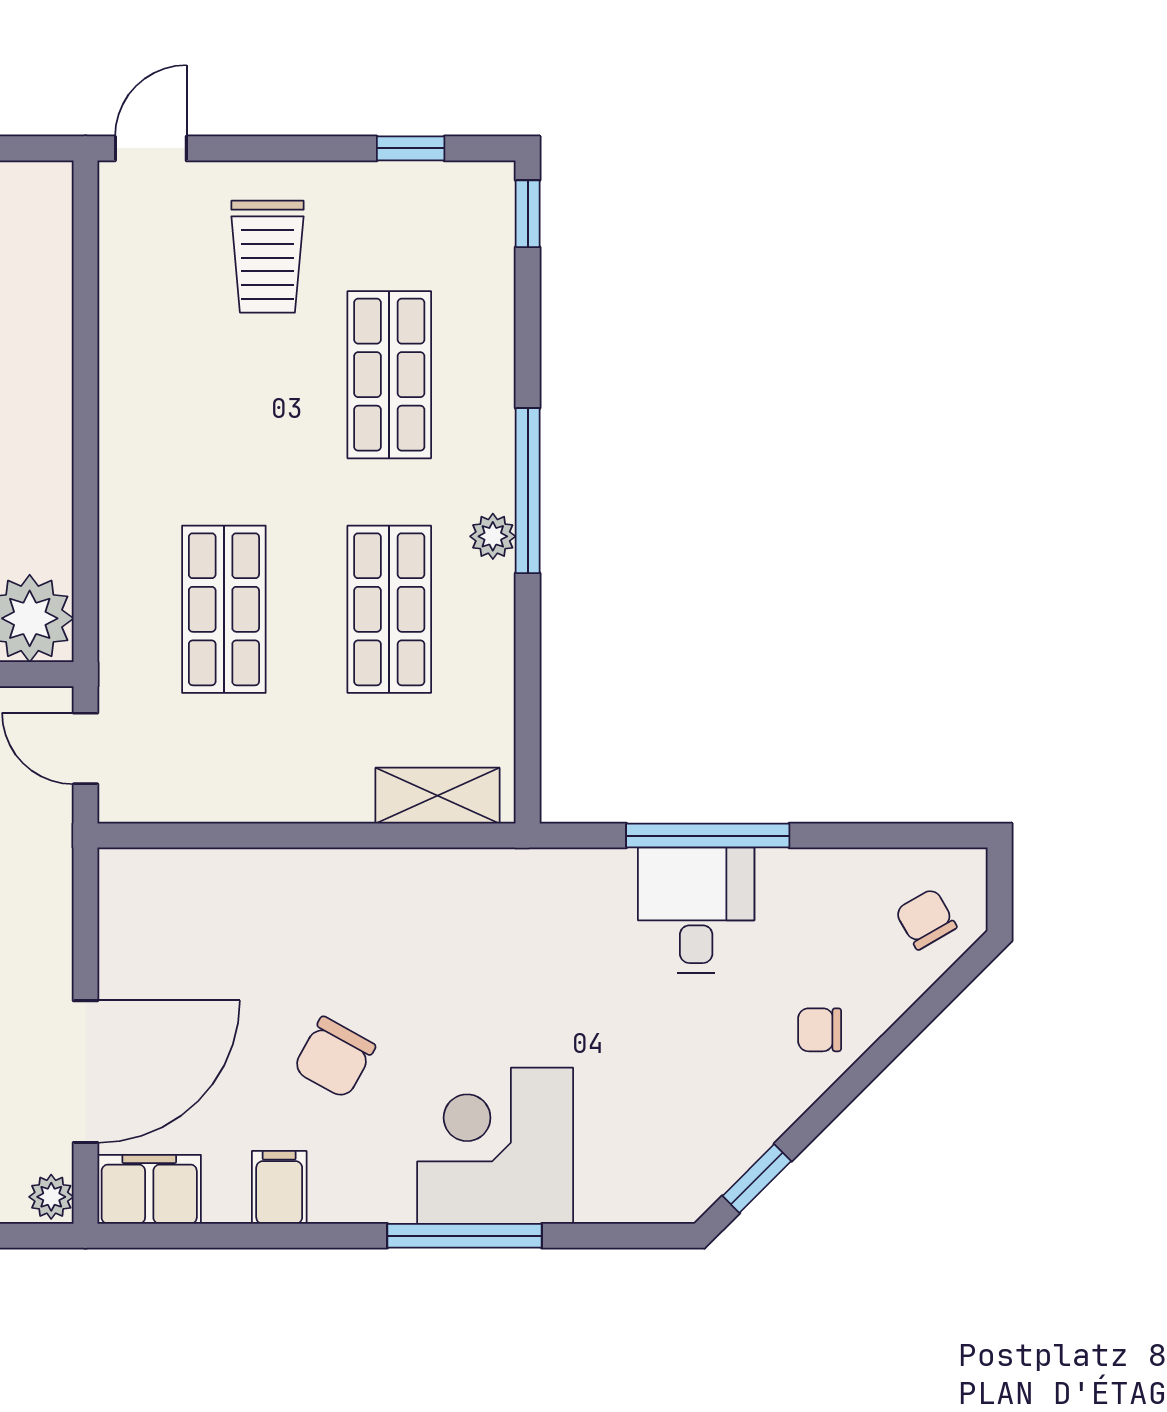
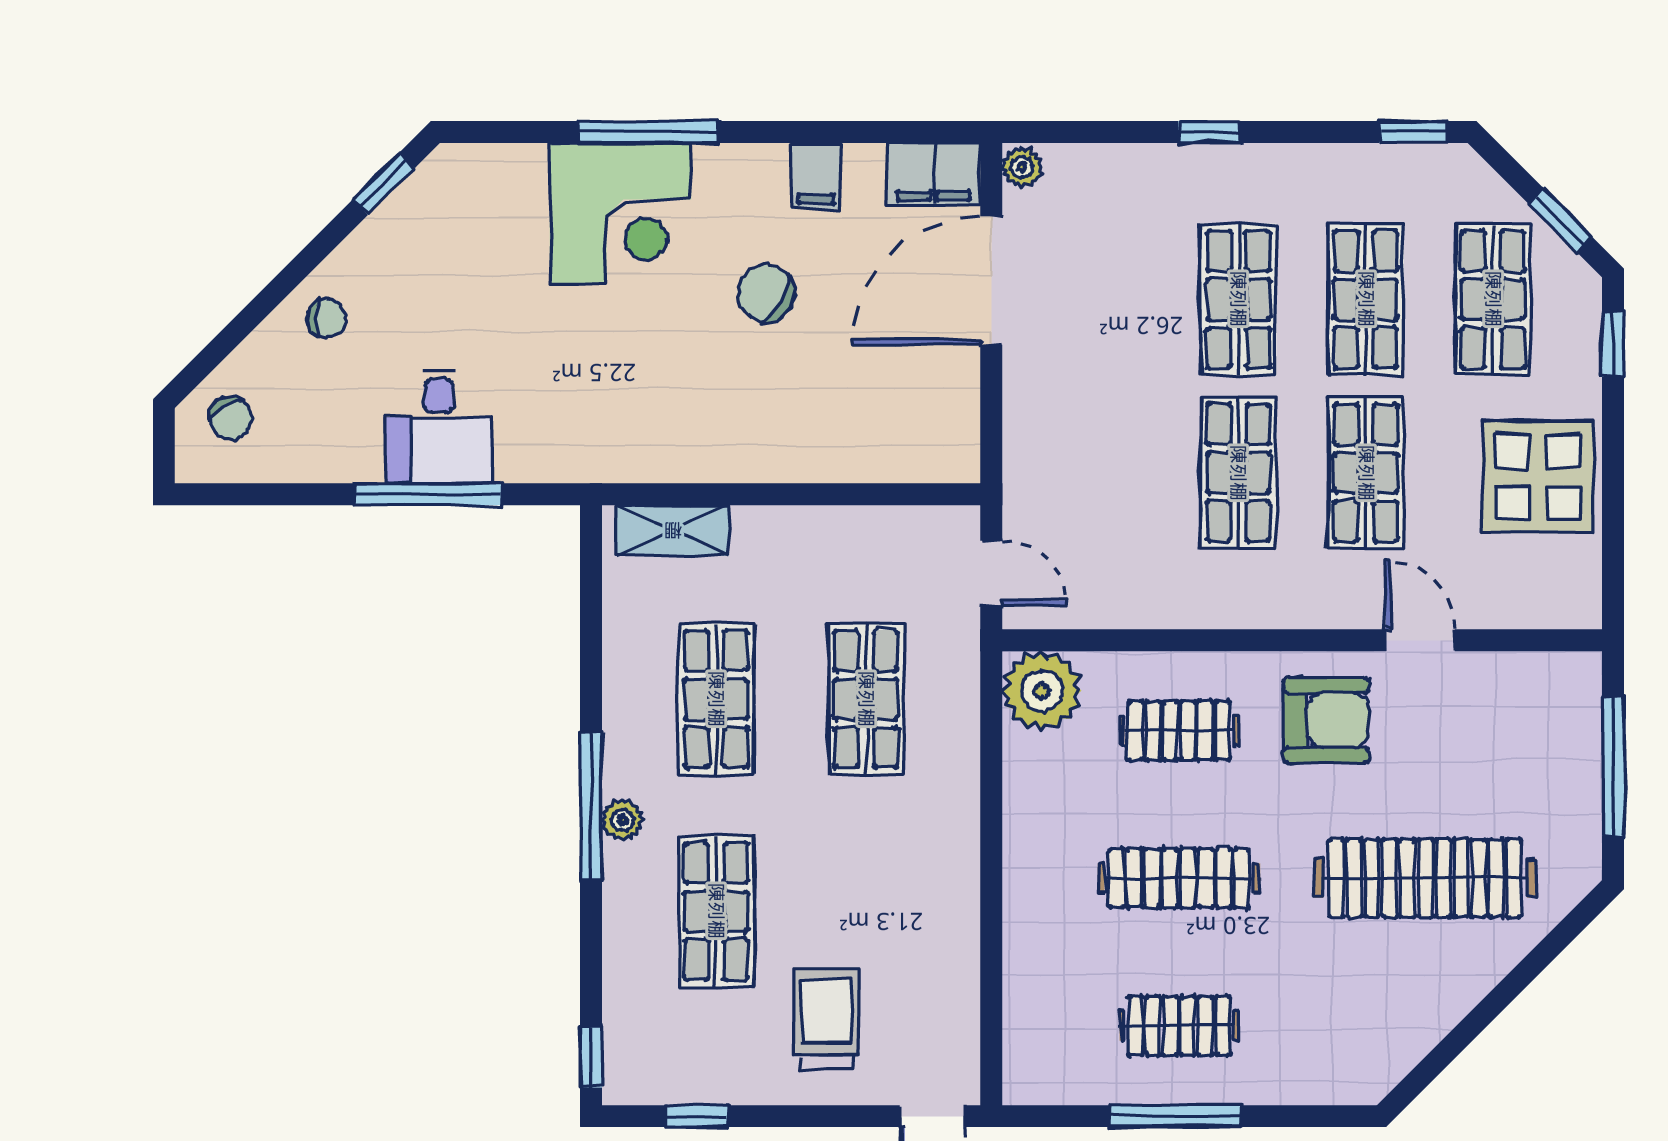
plant: (493, 536) -> (623, 820), moved
chair: (334, 1058) -> (766, 293), turned -89

